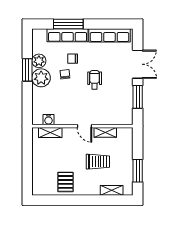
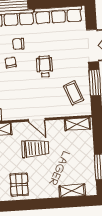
coffee table: (118, 105) -> (74, 93), added
shelving: (105, 132) -> (77, 124), moved
trolley: (98, 162) -> (35, 149), moved

